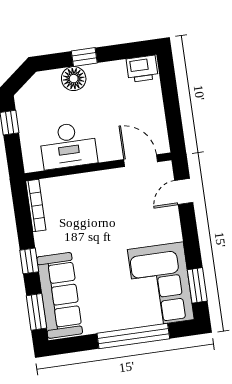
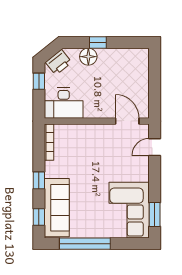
printer: (142, 69) -> (59, 62), moved, turned -39
desk: (68, 145) -> (64, 103), moved
window: (36, 312) -> (39, 217), width x0.67
window: (133, 336) -> (85, 244), moved

